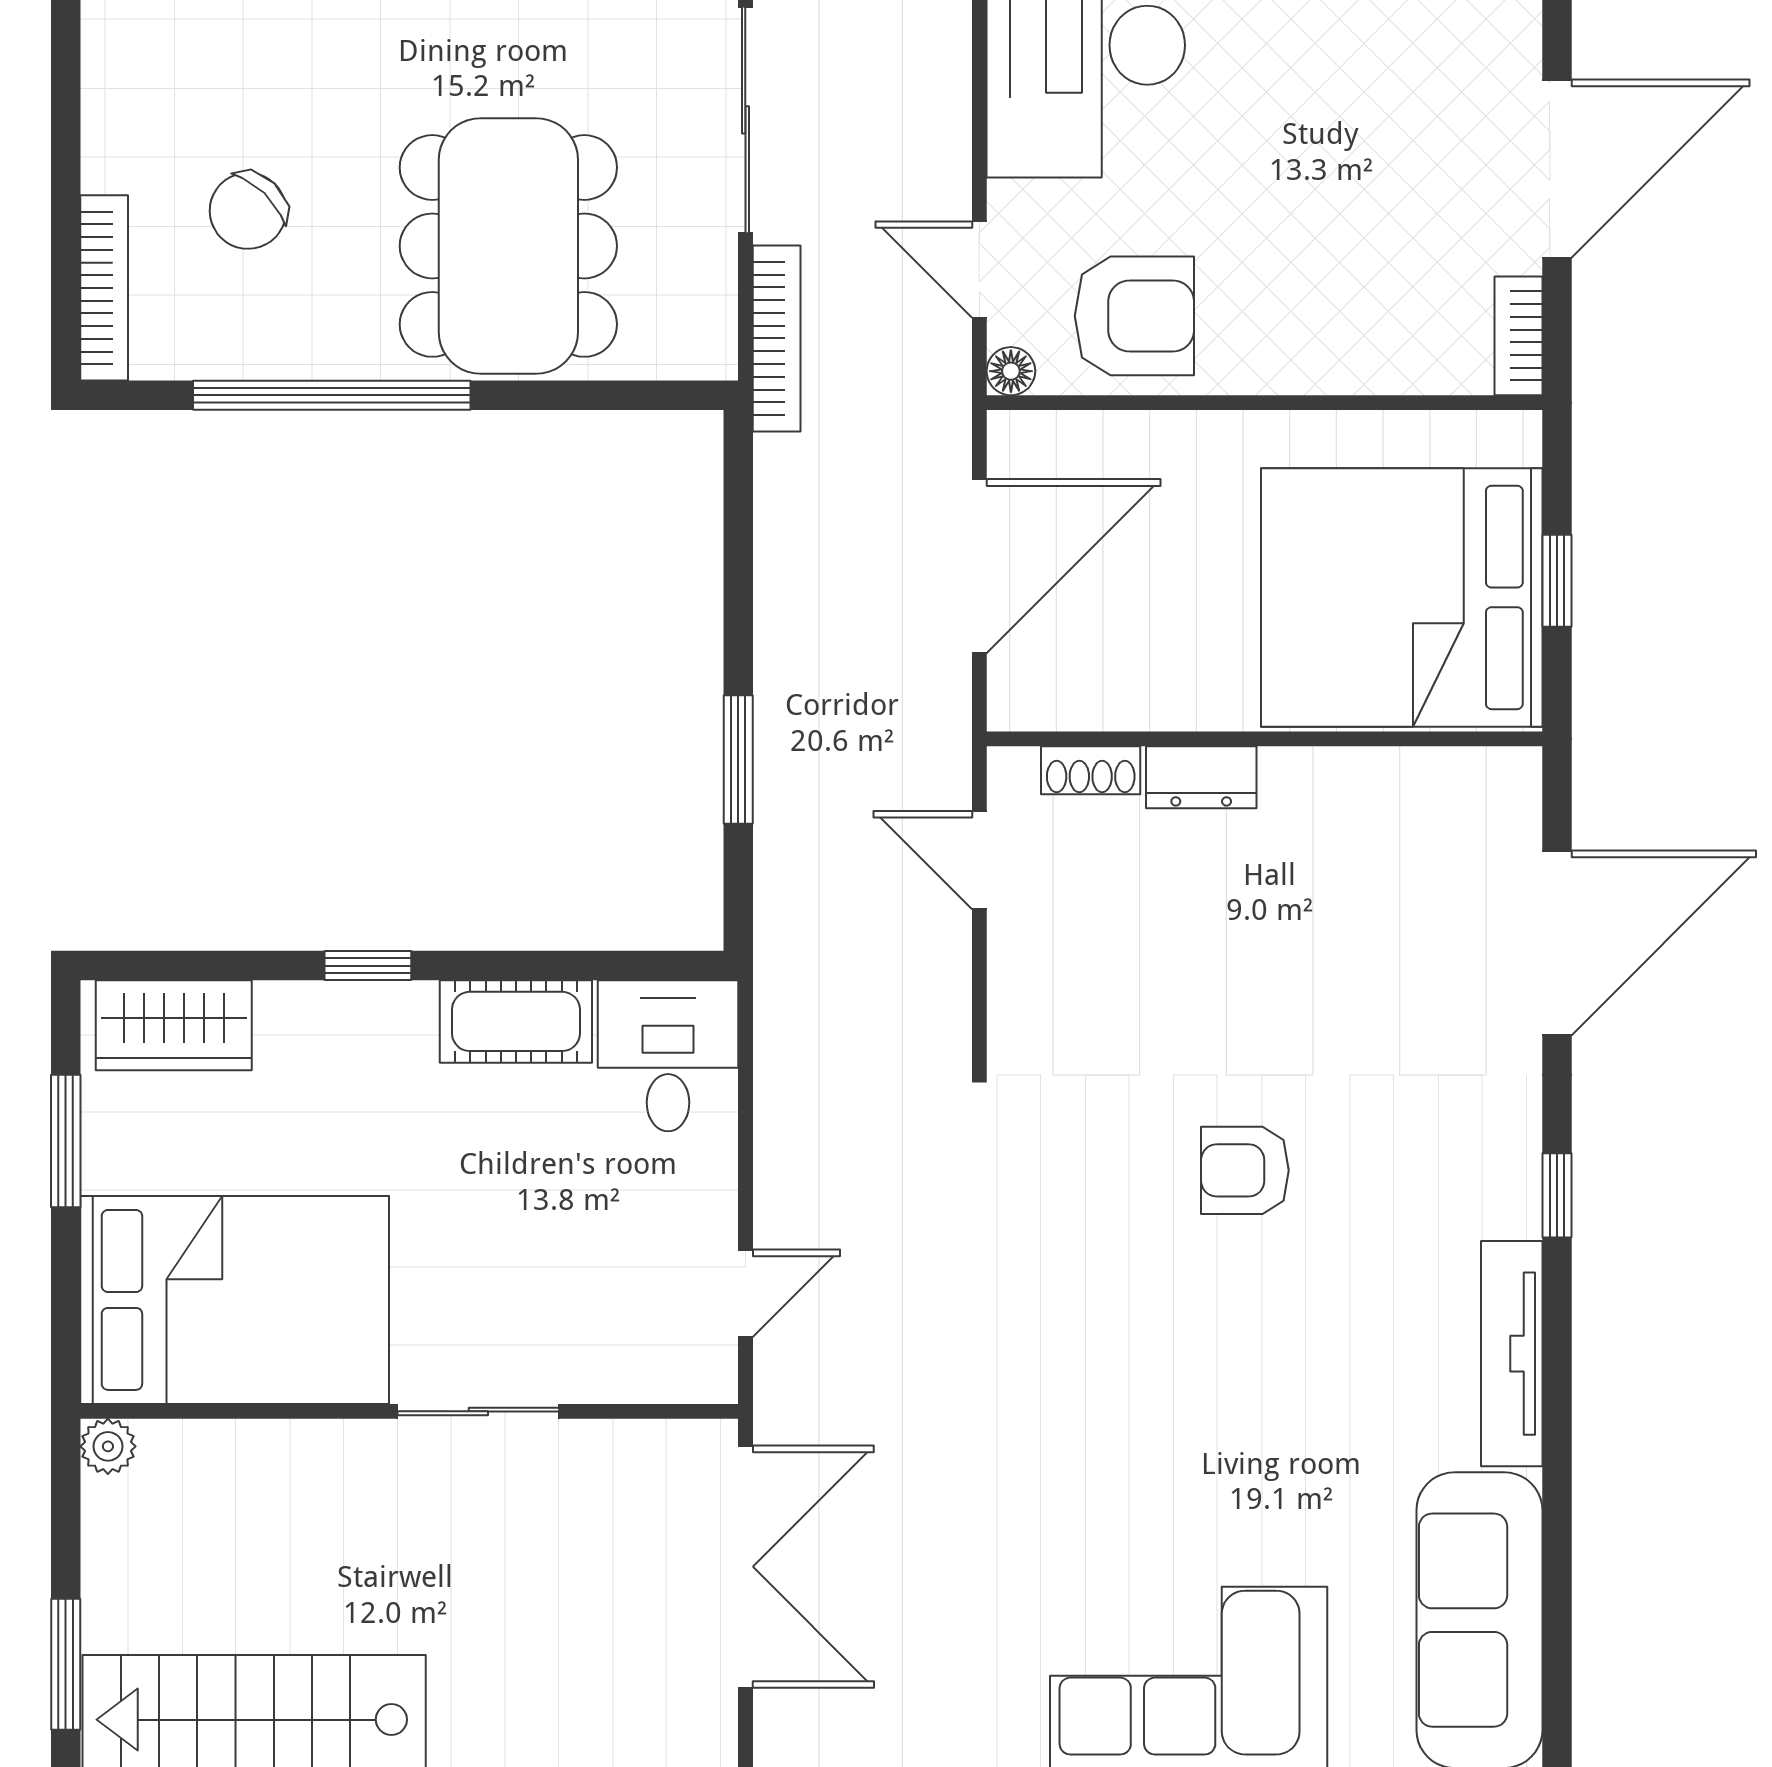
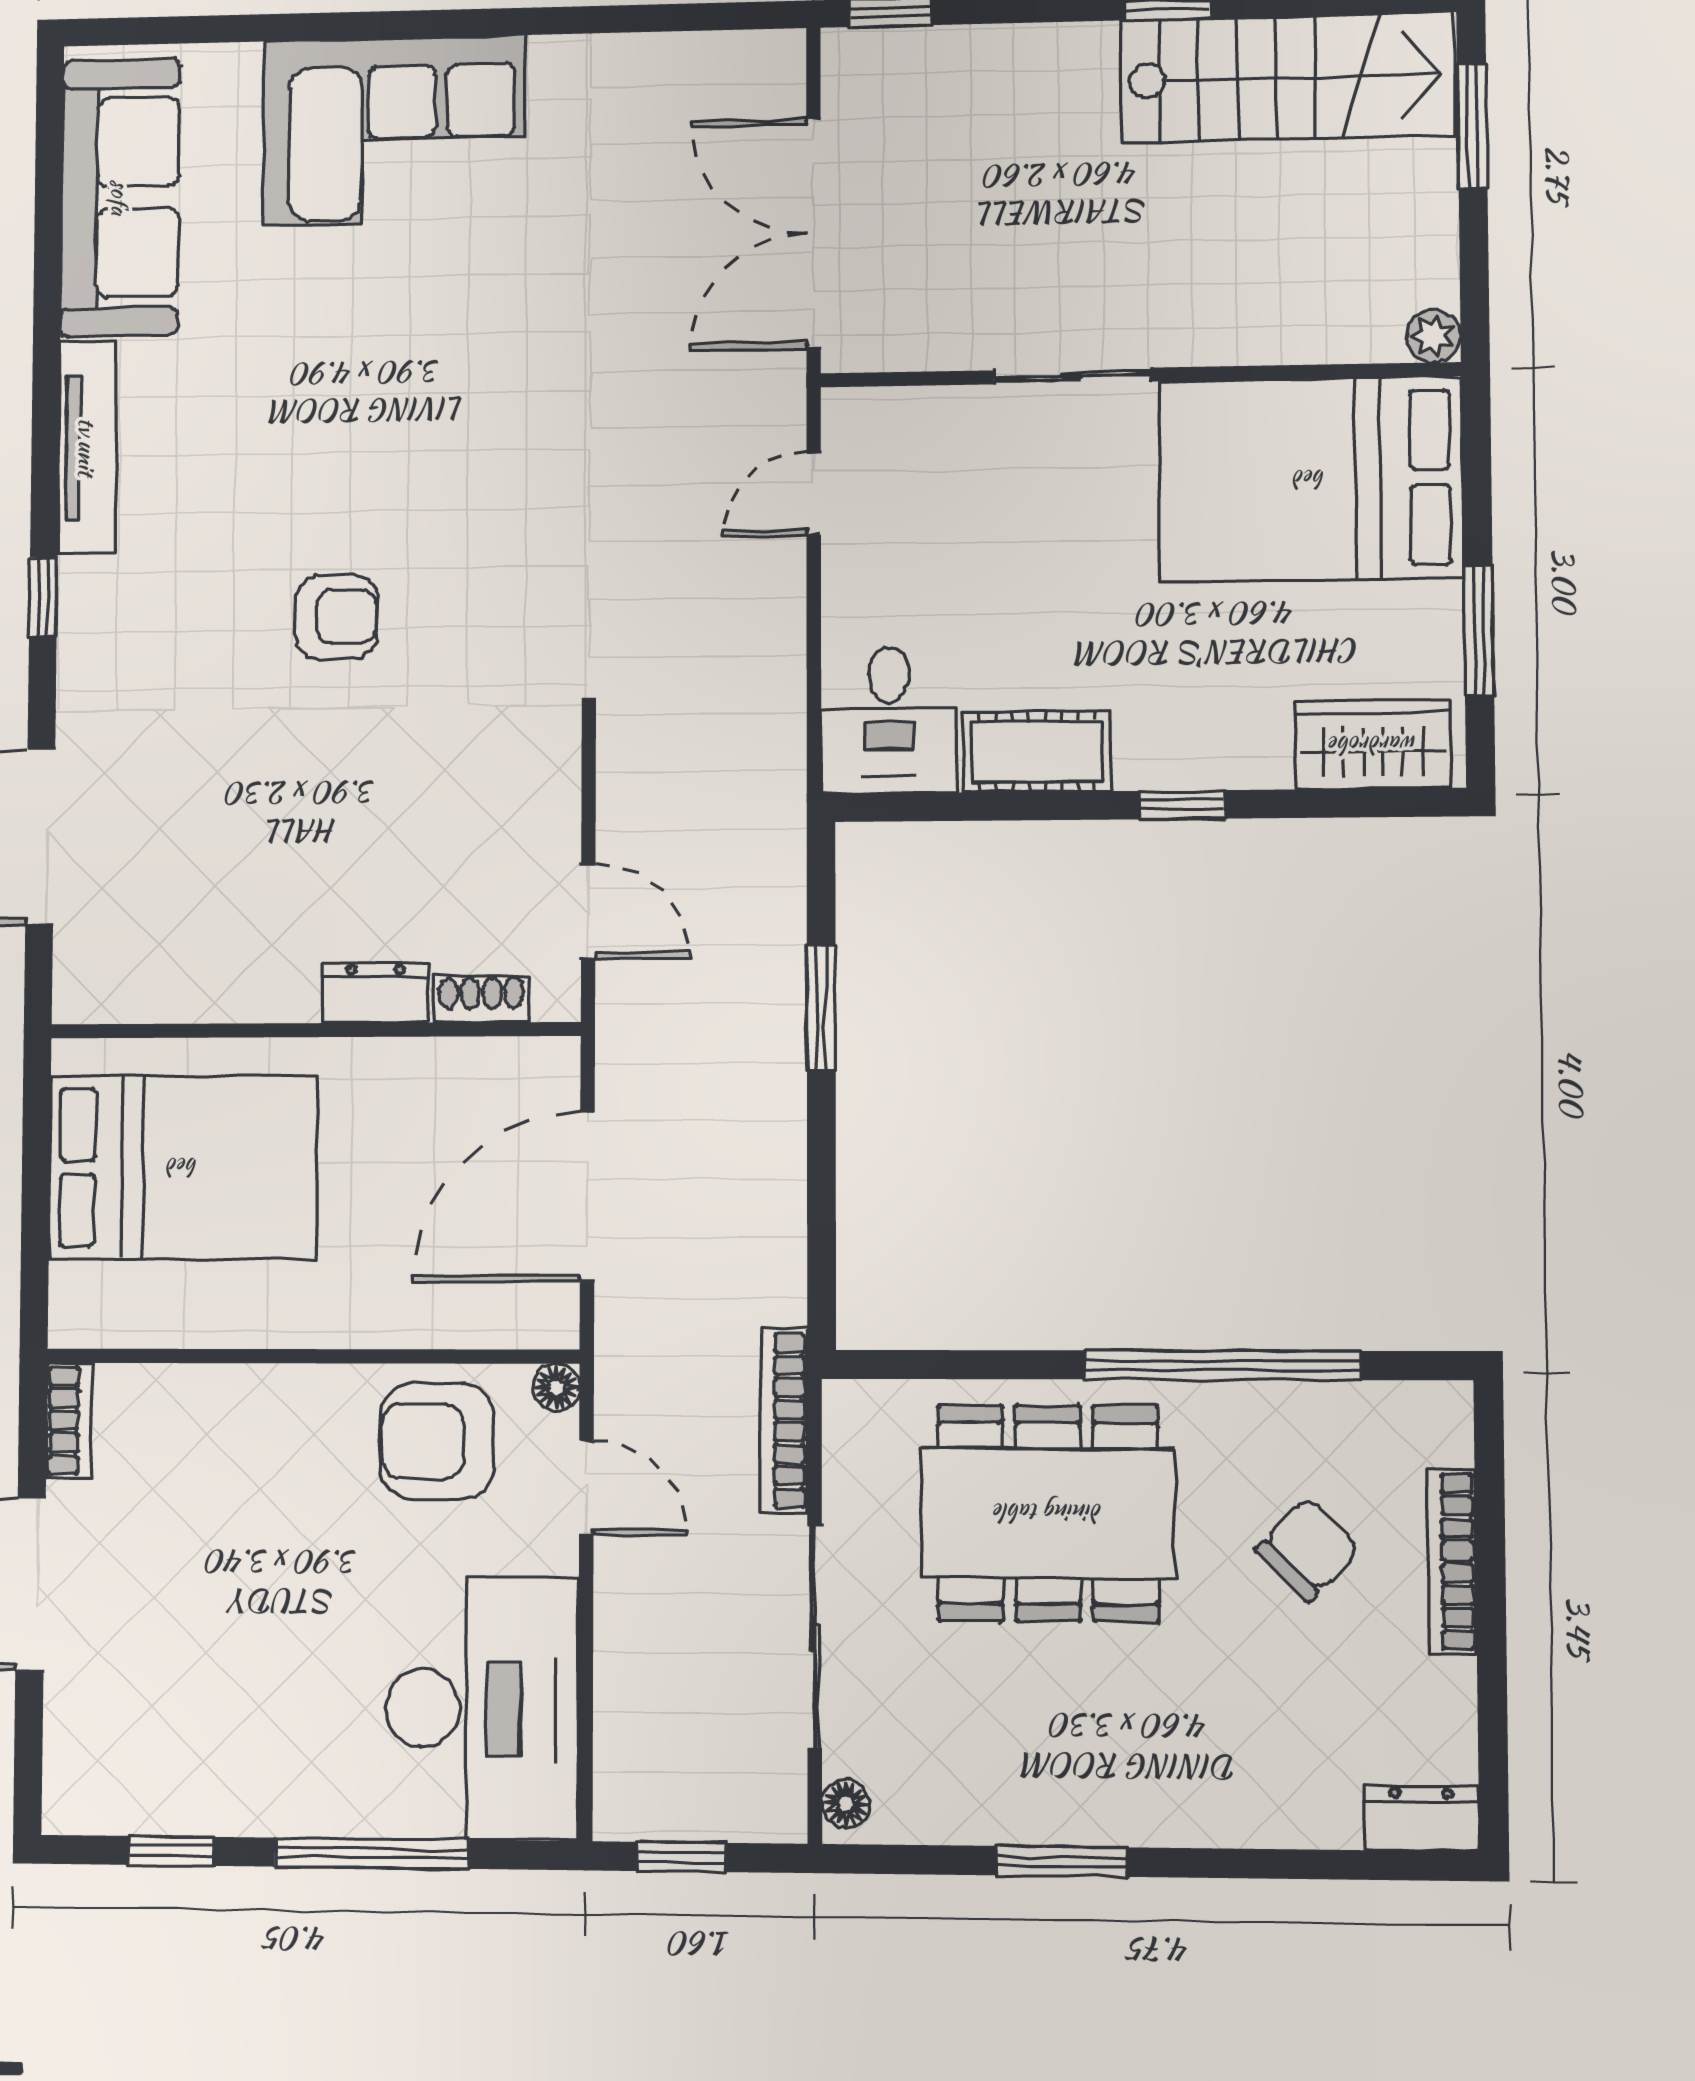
dining table: (508, 246) -> (1048, 1513), turned 90
bookcase: (104, 288) -> (1452, 1562), moved
window: (1557, 581) -> (36, 1184), removed
bed: (1402, 597) -> (183, 1167), width x0.73

